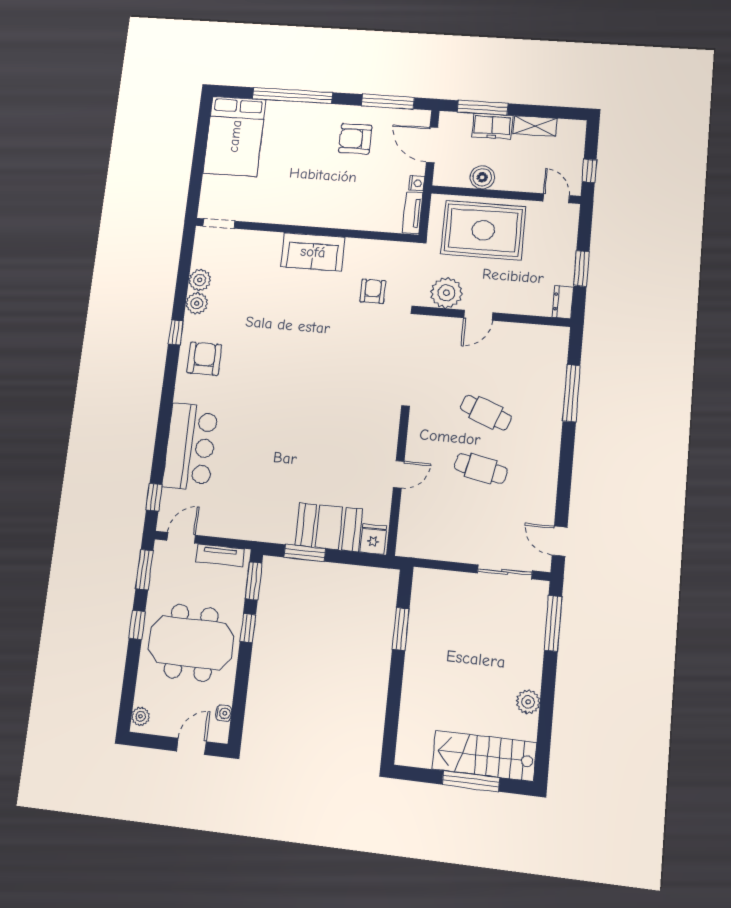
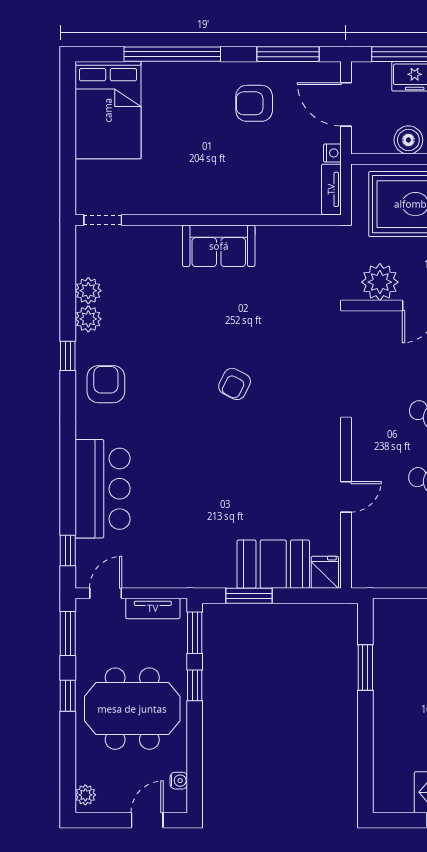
armchair: (373, 291) -> (235, 384), moved, turned -153

